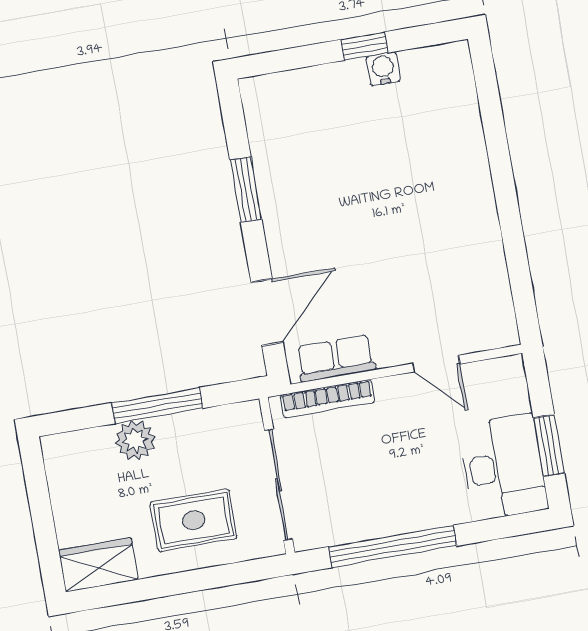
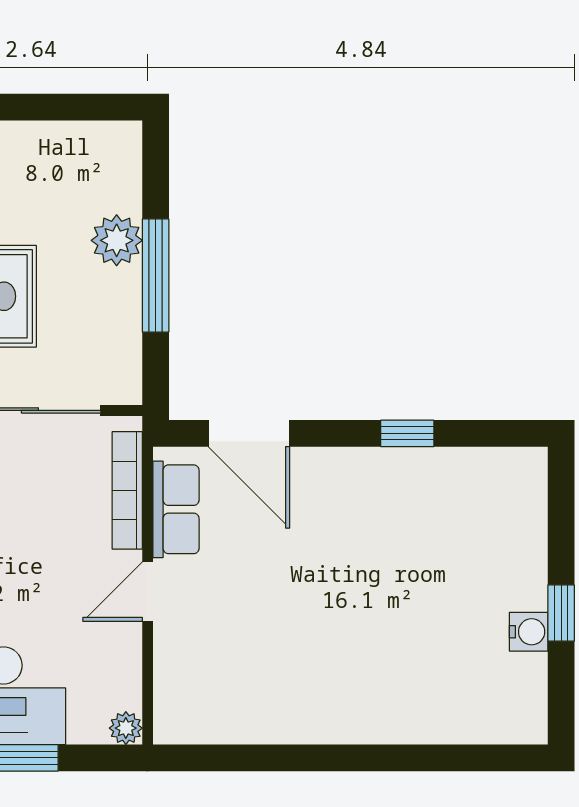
window: (246, 189) -> (407, 433), width x0.67
door: (436, 364) -> (148, 592), moved
plant: (512, 368) -> (126, 728), added

